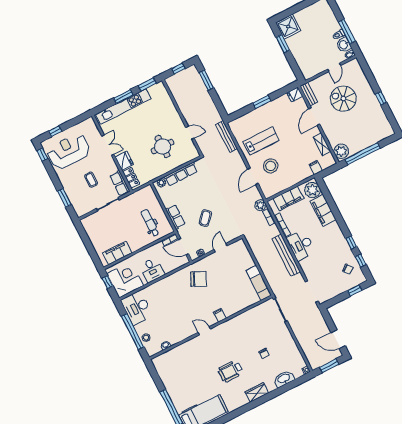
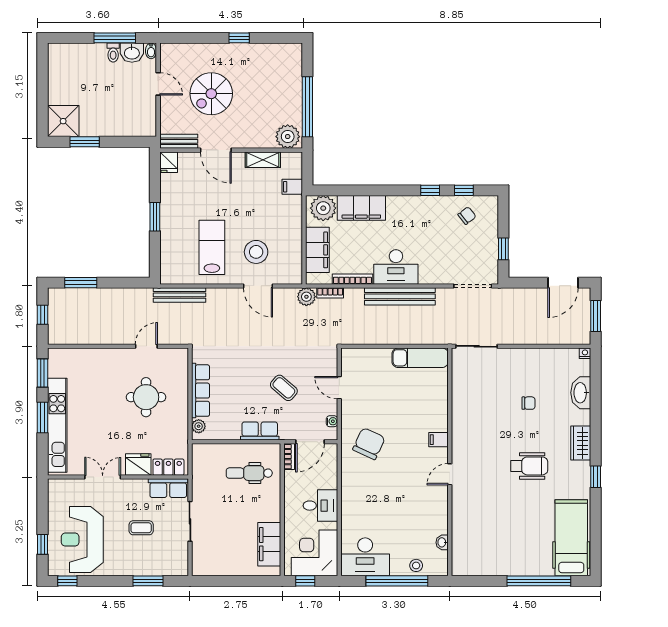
window: (355, 290) -> (503, 249), moved
wheelchair: (230, 371) -> (529, 466), turned -90
window: (243, 410) -> (596, 477), added

